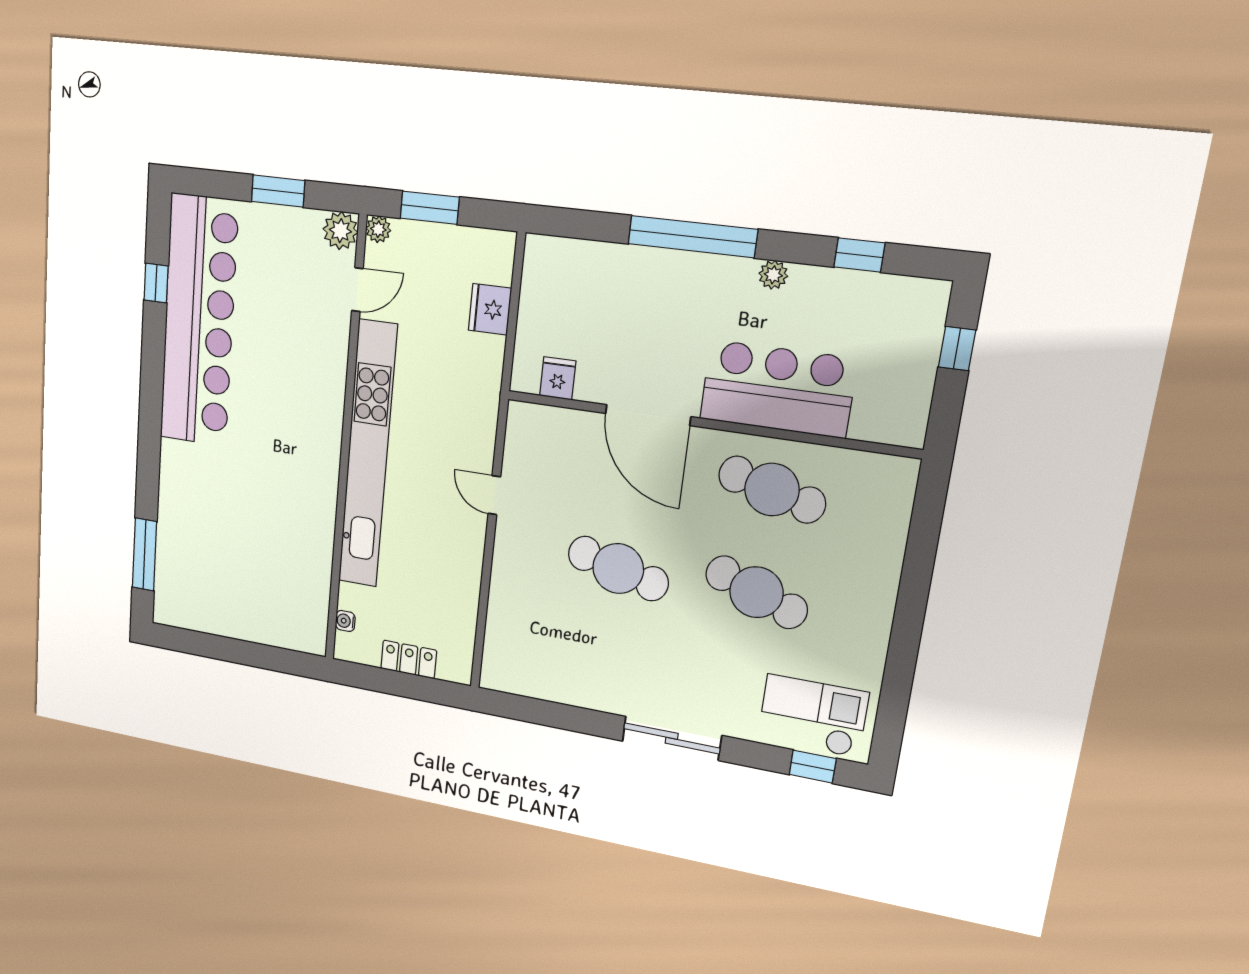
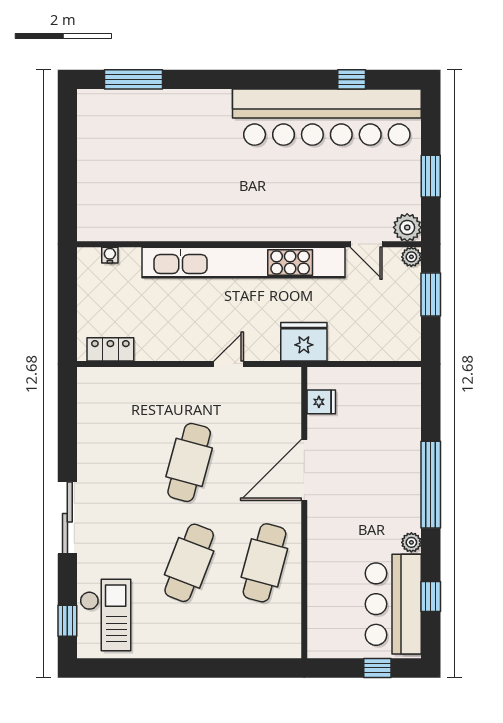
fridge: (490, 309) -> (304, 342), moved, width x1.36, depth x1.34
bar counter: (778, 389) -> (393, 604), moved, turned 180
locker: (409, 659) -> (110, 349), moved, turned -90

